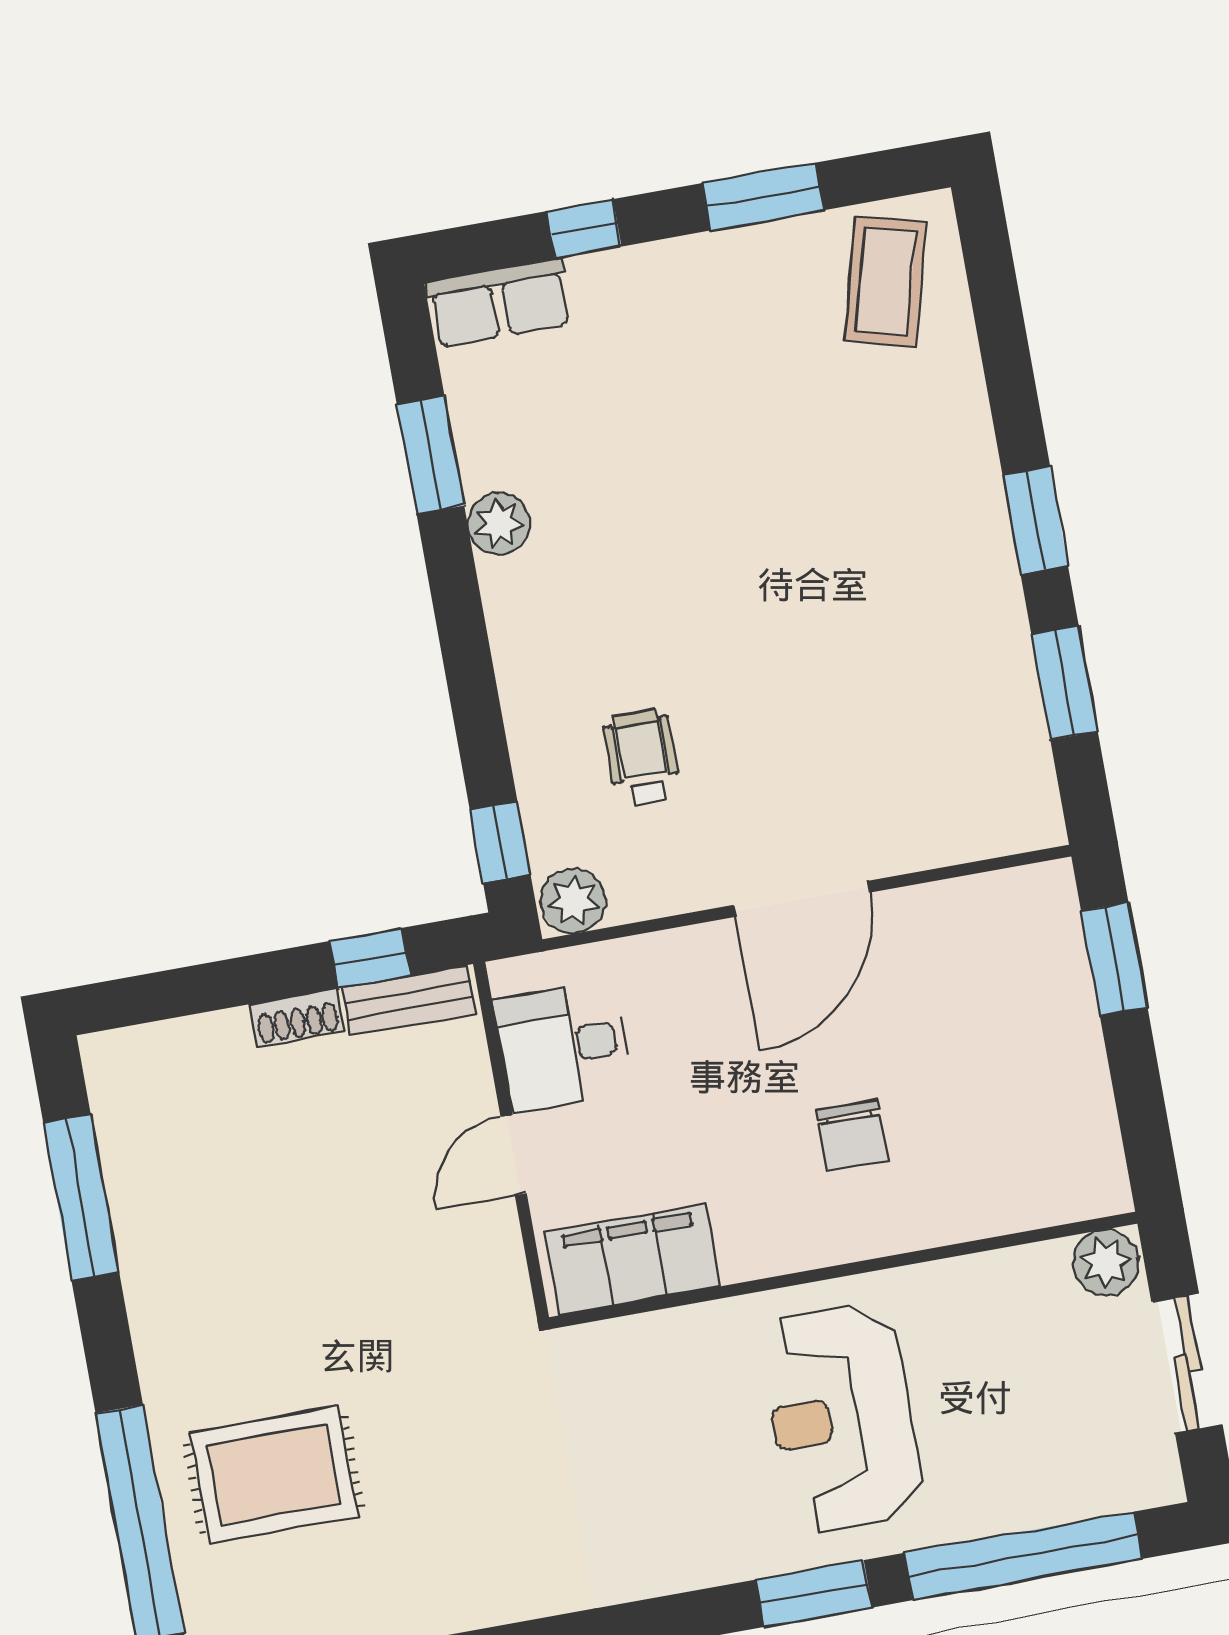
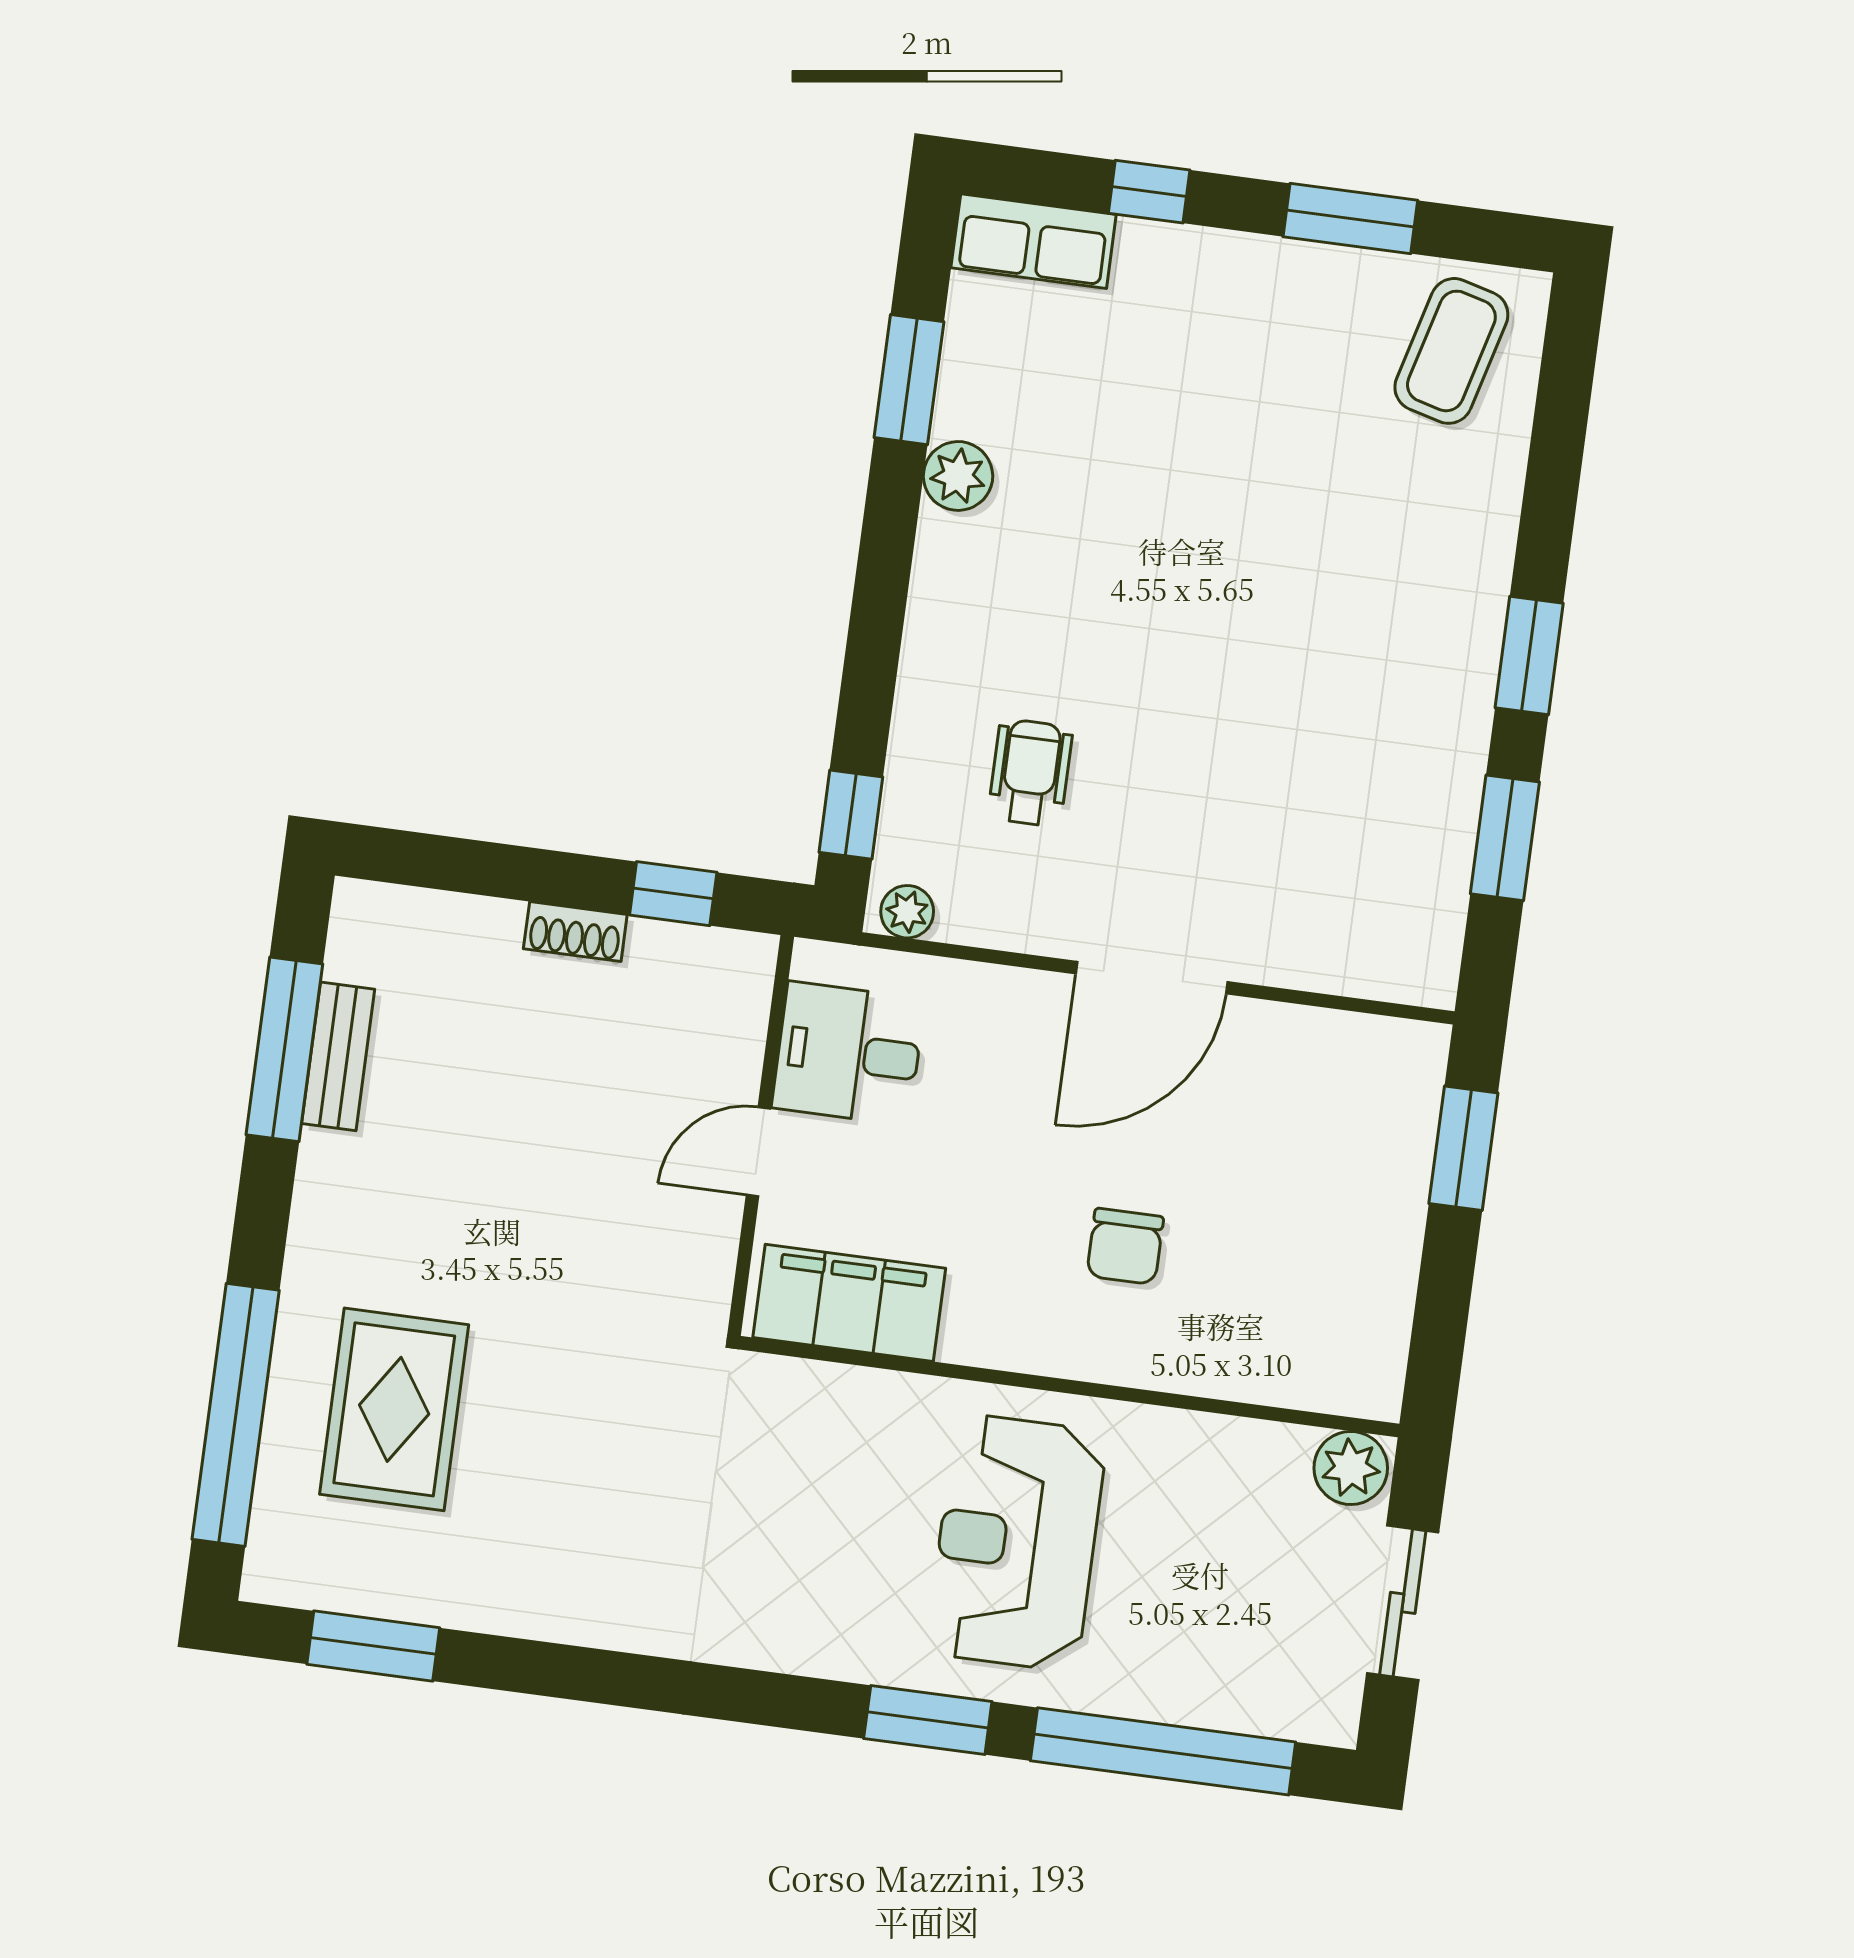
plant: (573, 901) -> (907, 912), width x0.73, depth x0.73
bench: (409, 1000) -> (338, 1056), moved, turned 90
rug: (273, 1475) -> (394, 1409), turned 90

